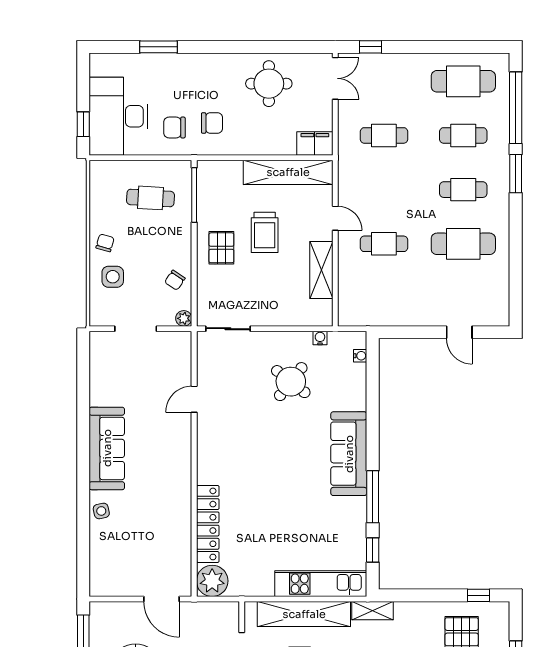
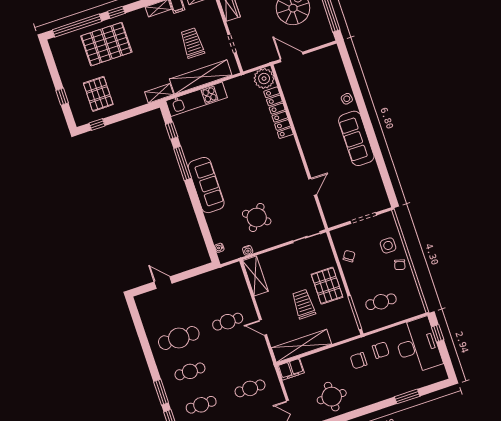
pallet: (221, 248) -> (327, 286), width x1.50, depth x1.42
shelving: (321, 270) -> (255, 276), moved
plant: (184, 318) -> (336, 234), removed

